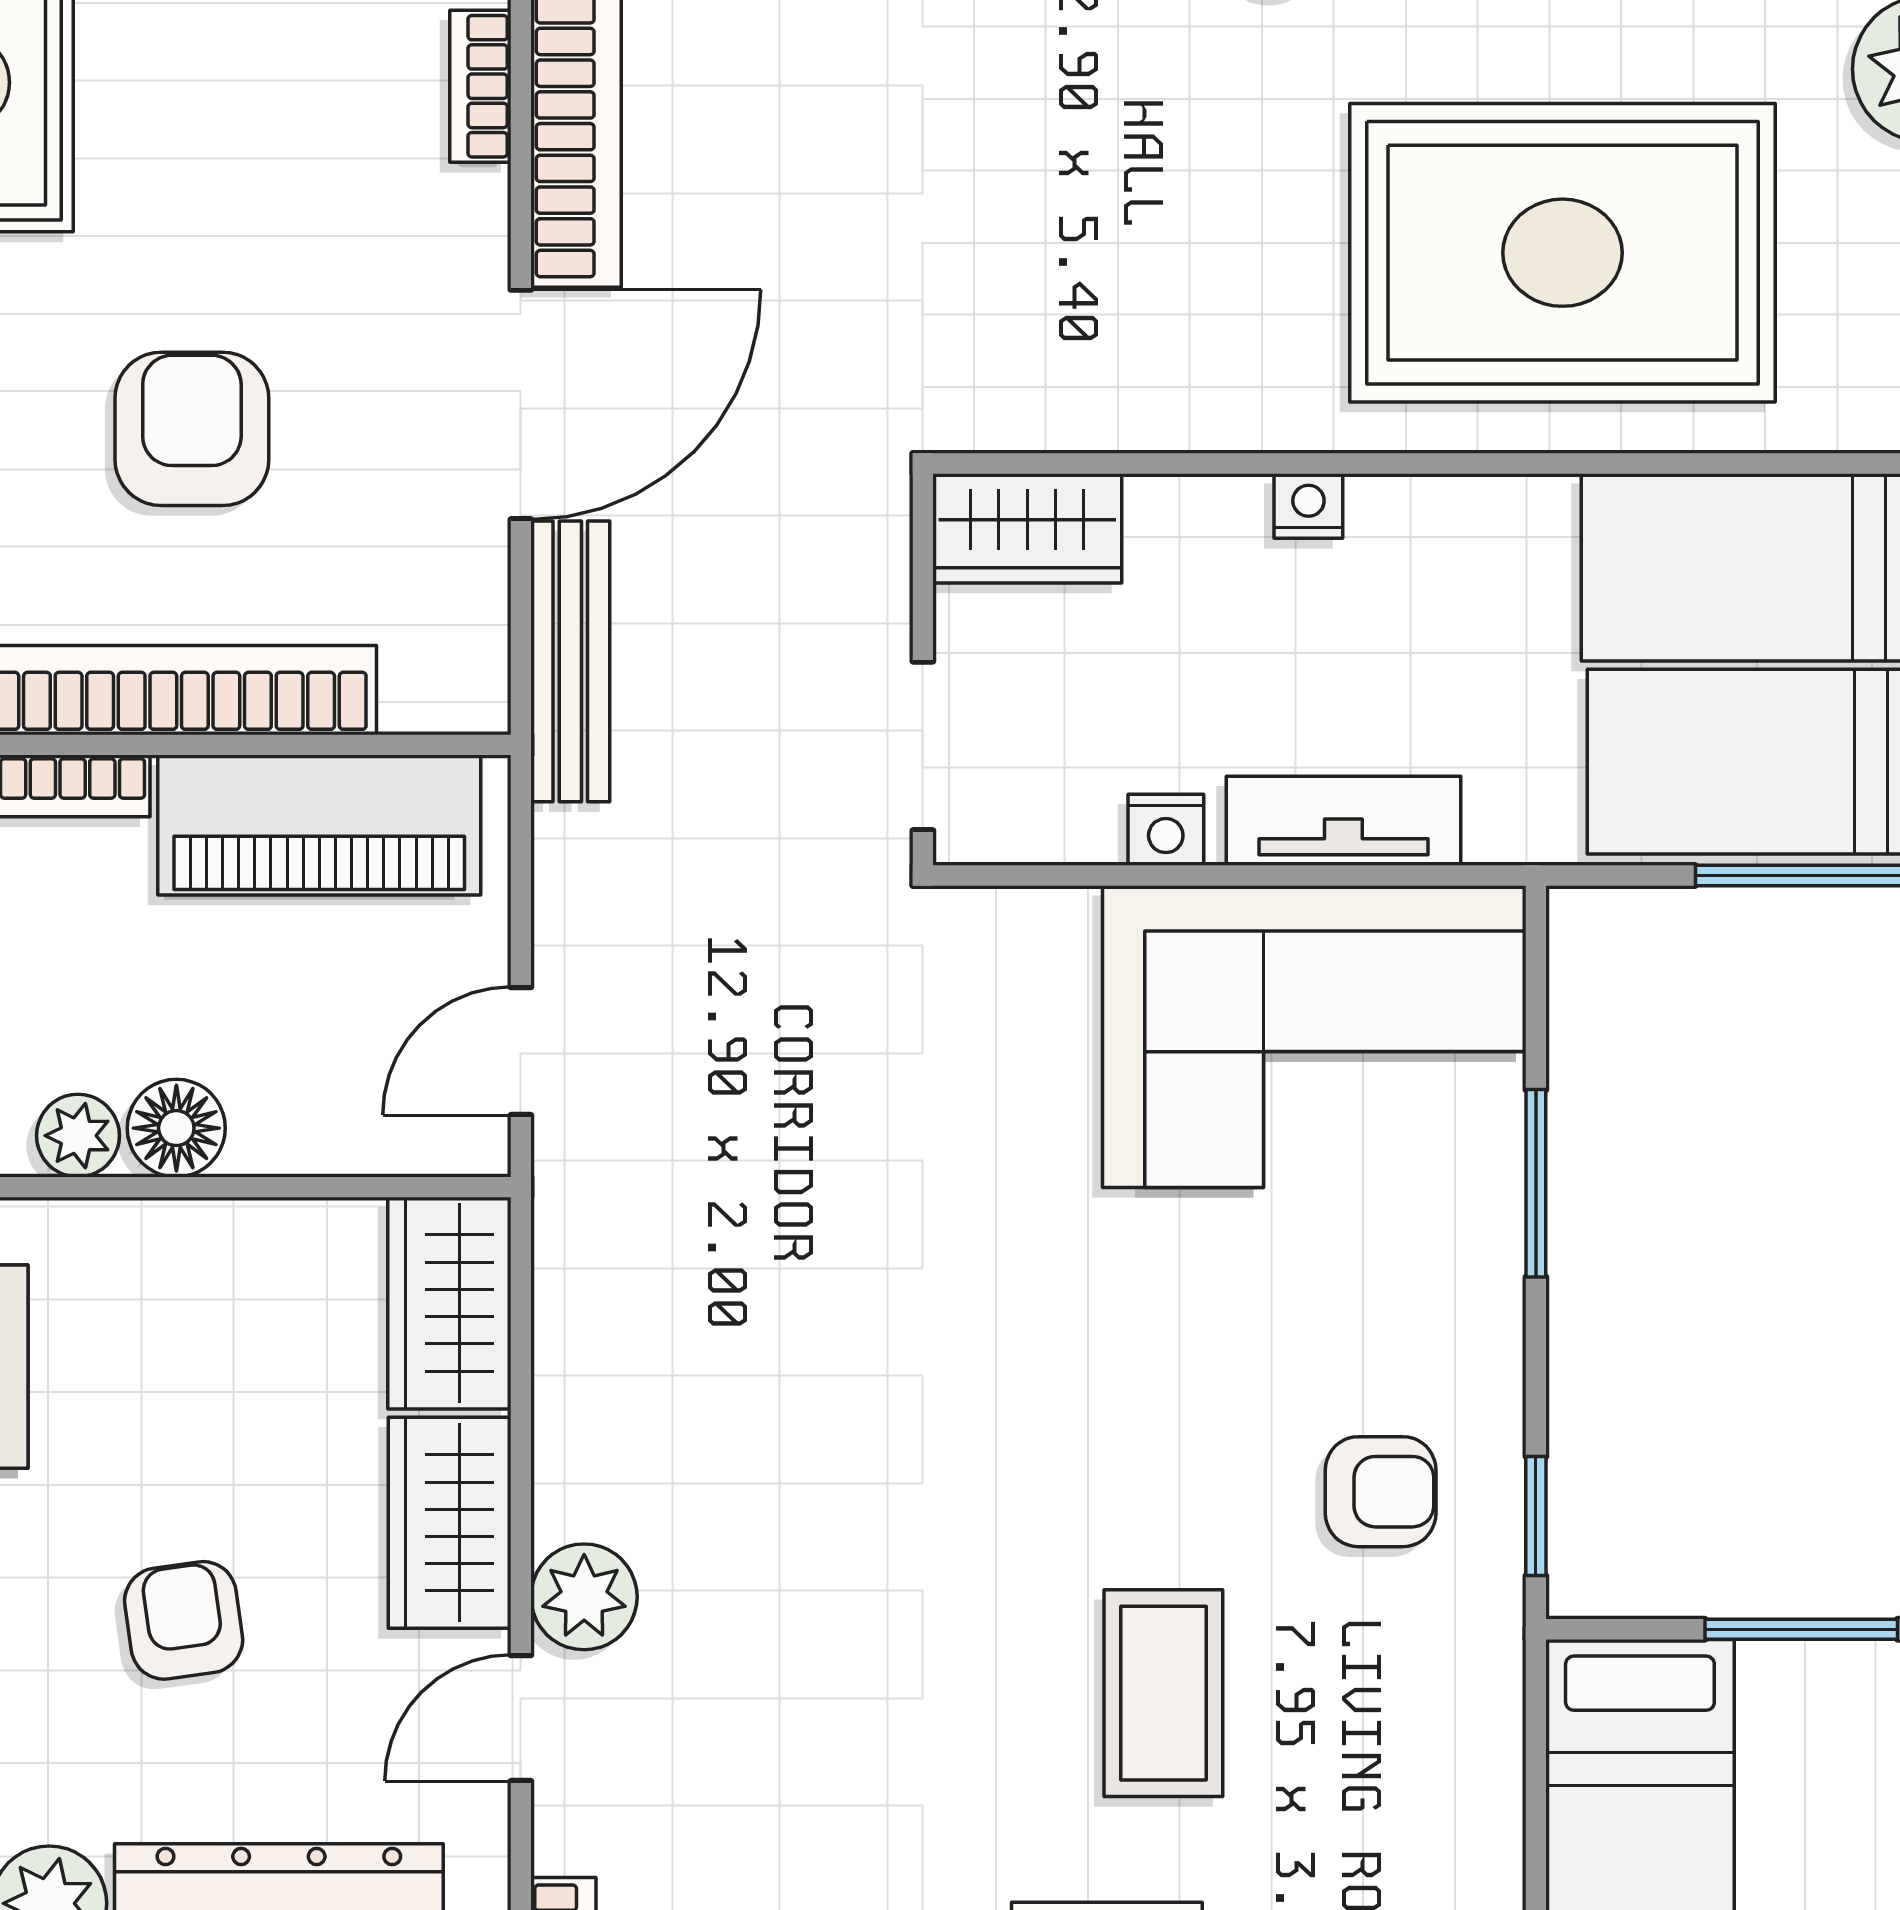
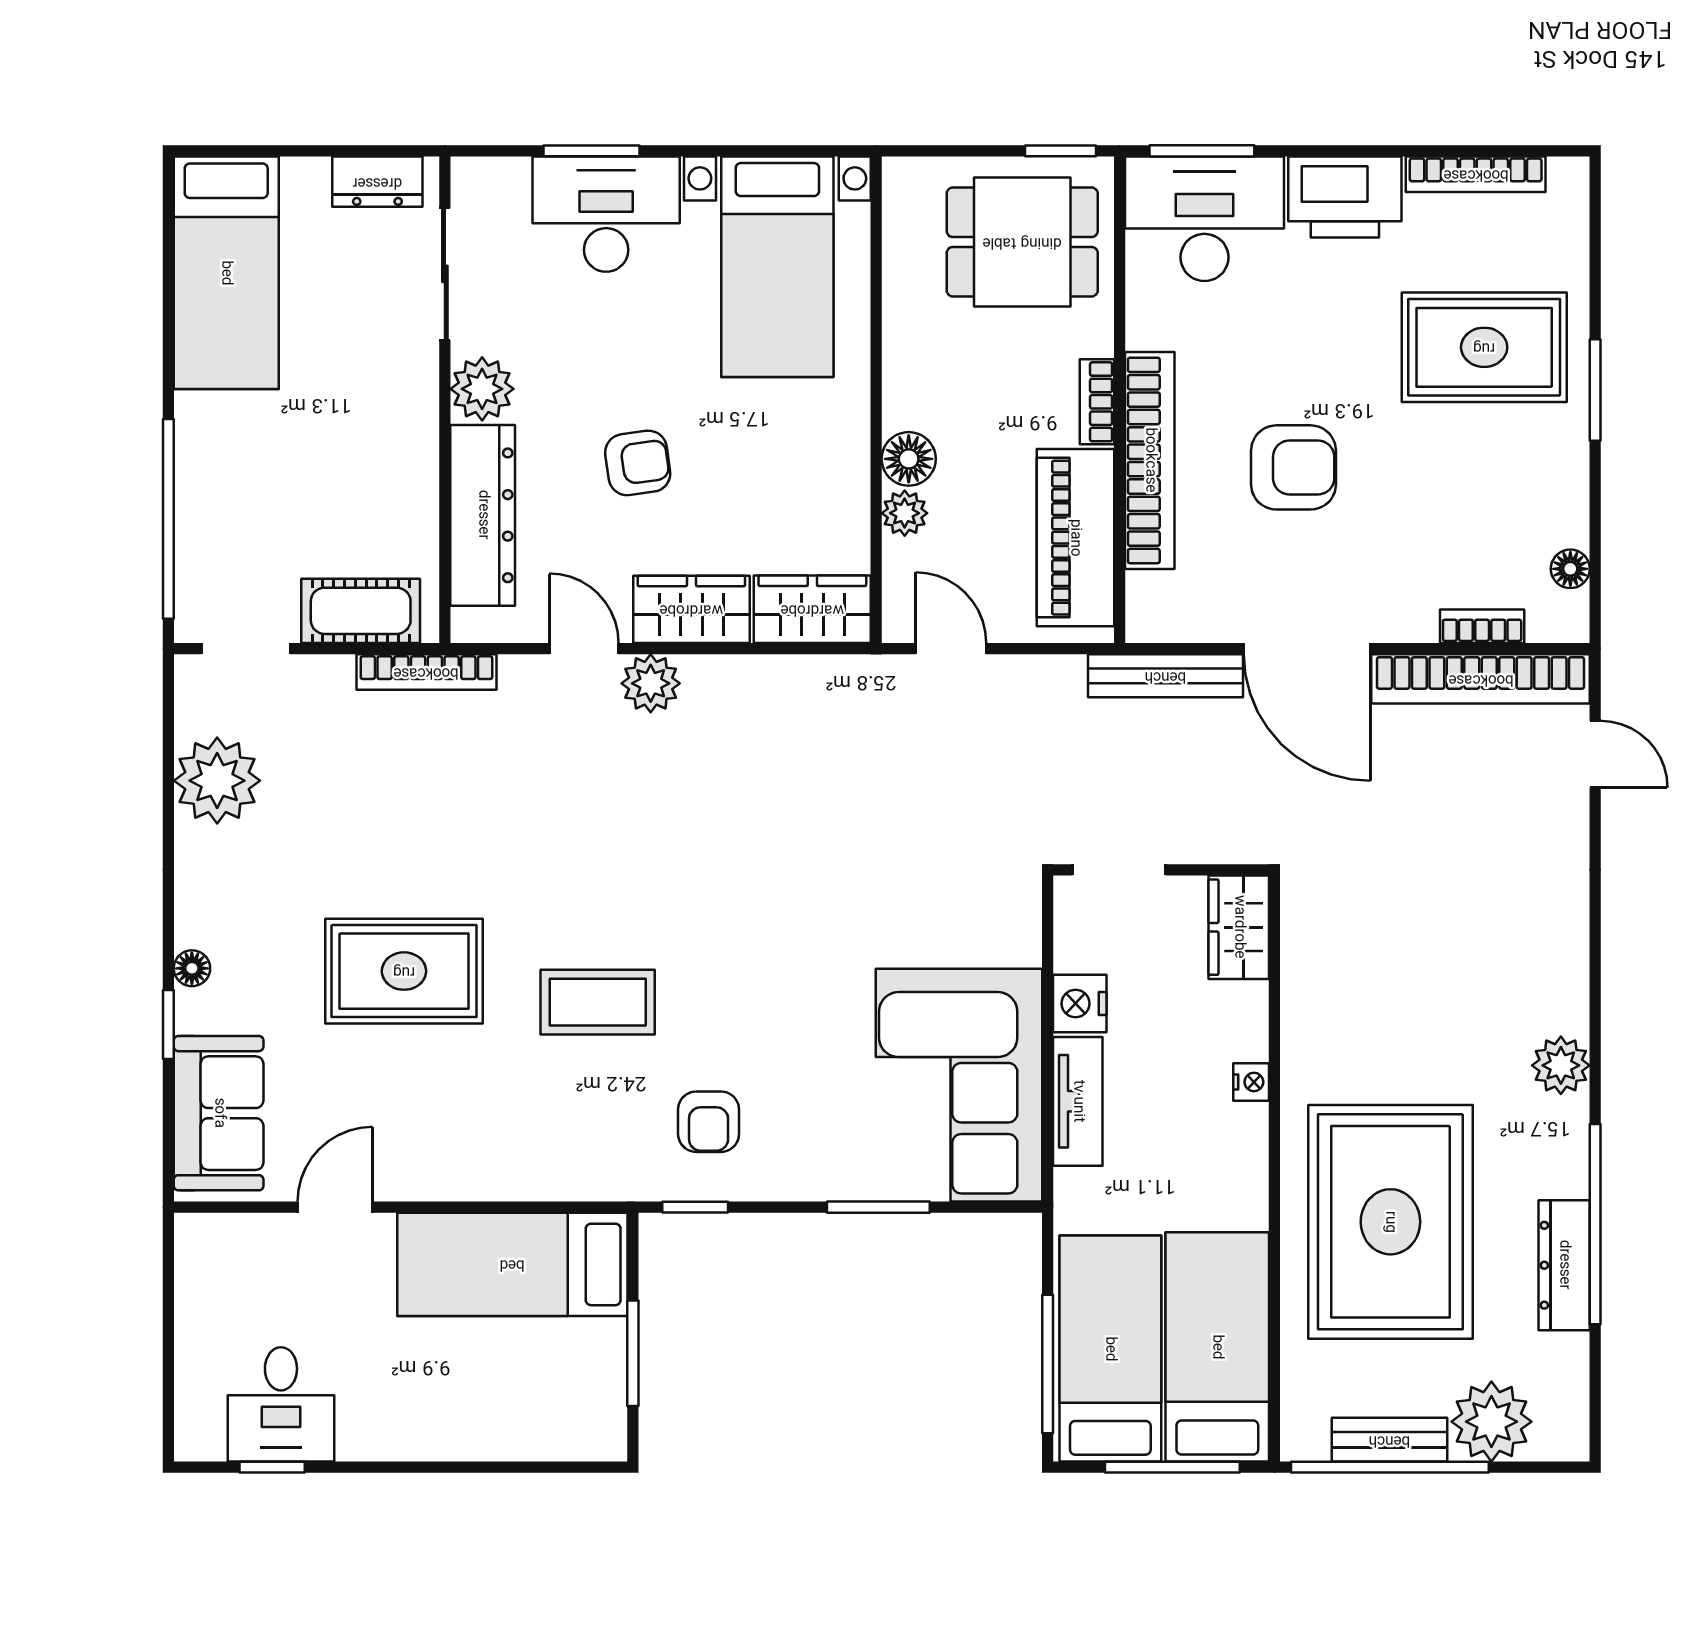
nightstand: (1166, 830) -> (1080, 1003), width x1.39, depth x1.35
plant: (78, 1136) -> (905, 513), moved

